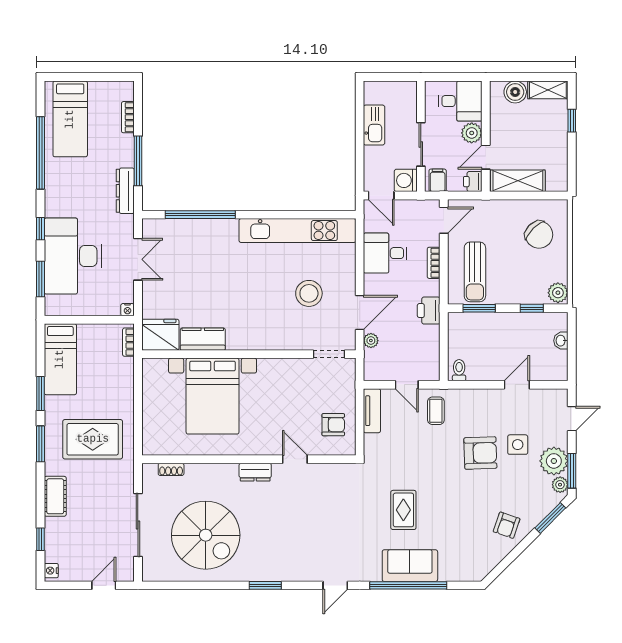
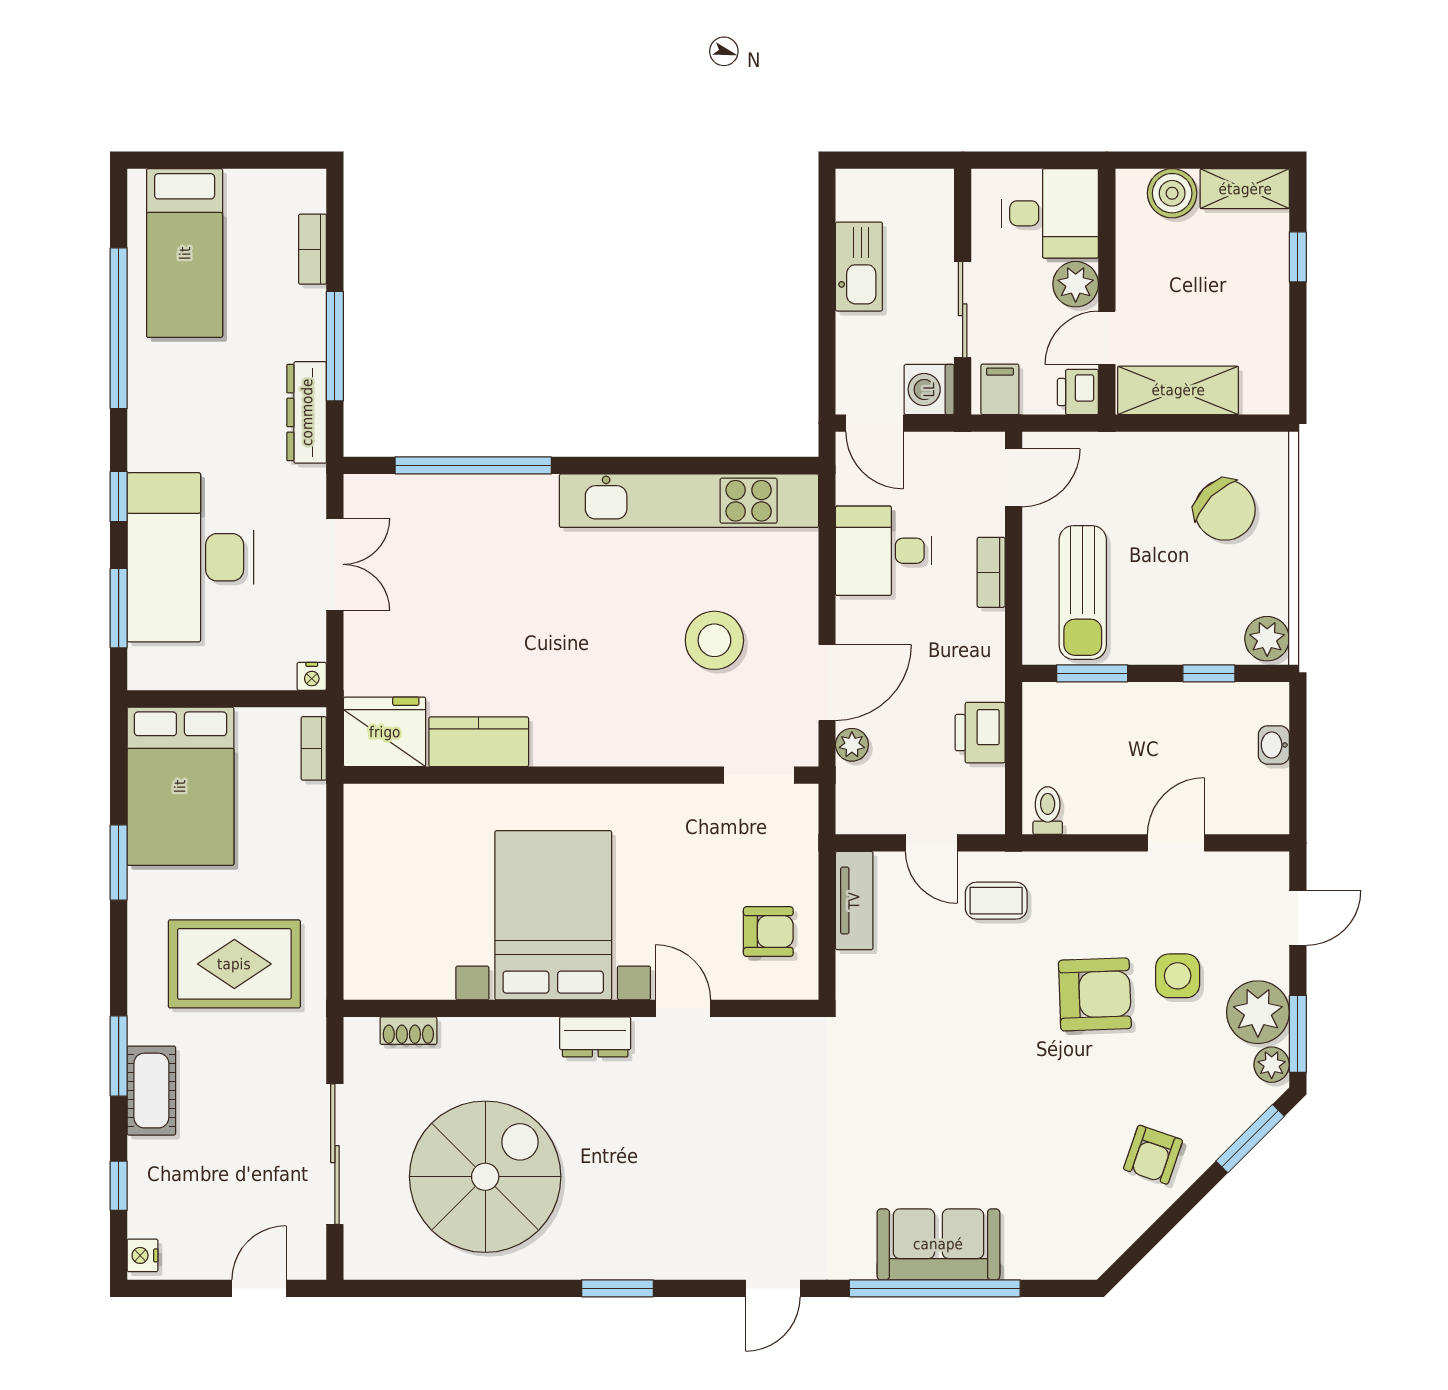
printer: (429, 311) -> (980, 733), moved
bed: (60, 359) -> (180, 786), width x1.50
bed with nightstands: (213, 396) -> (553, 915), moved, turned 180
coffee table: (436, 411) -> (996, 901), turned 90
window: (41, 444) -> (119, 1056), moved
rug: (403, 510) -> (924, 1121), removed
spiral stairs: (206, 535) -> (485, 1177), turned -90

